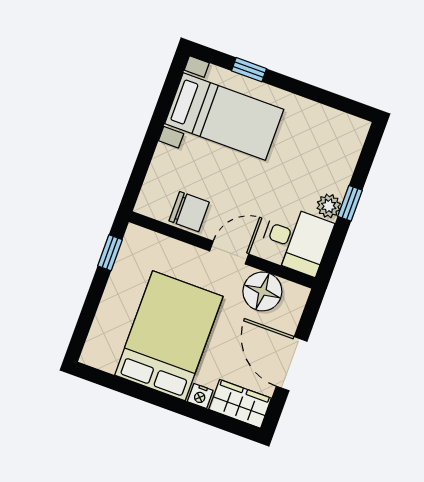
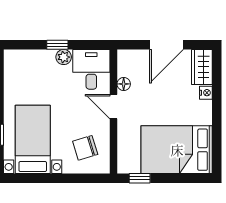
chair: (189, 212) -> (85, 148), moved, turned -107
floor lamp: (262, 291) -> (124, 84), width x0.53, depth x0.53
bed: (169, 336) -> (177, 150), moved

